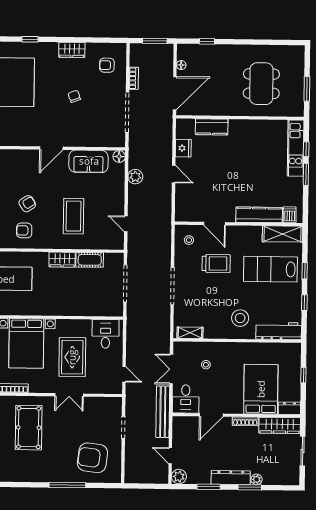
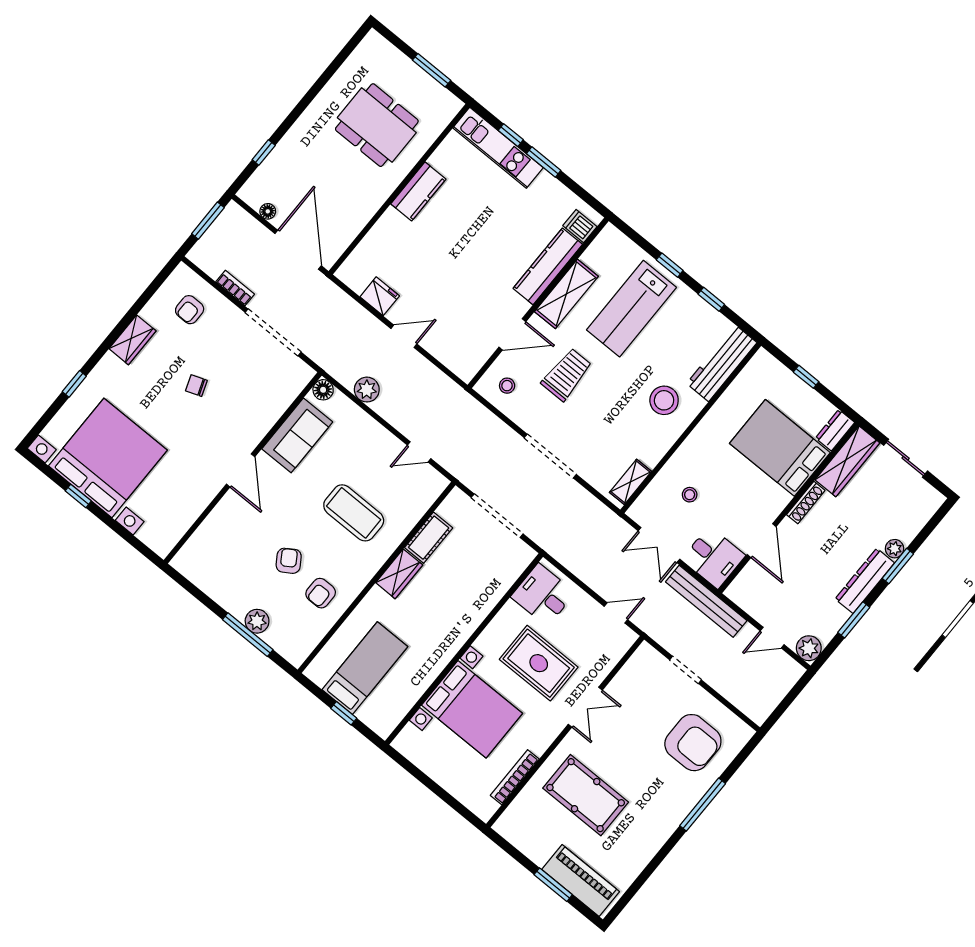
kitchen counter: (212, 127) -> (418, 191), moved
shelving: (282, 234) -> (566, 294), moved
armchair: (92, 458) -> (693, 743), turned -97

